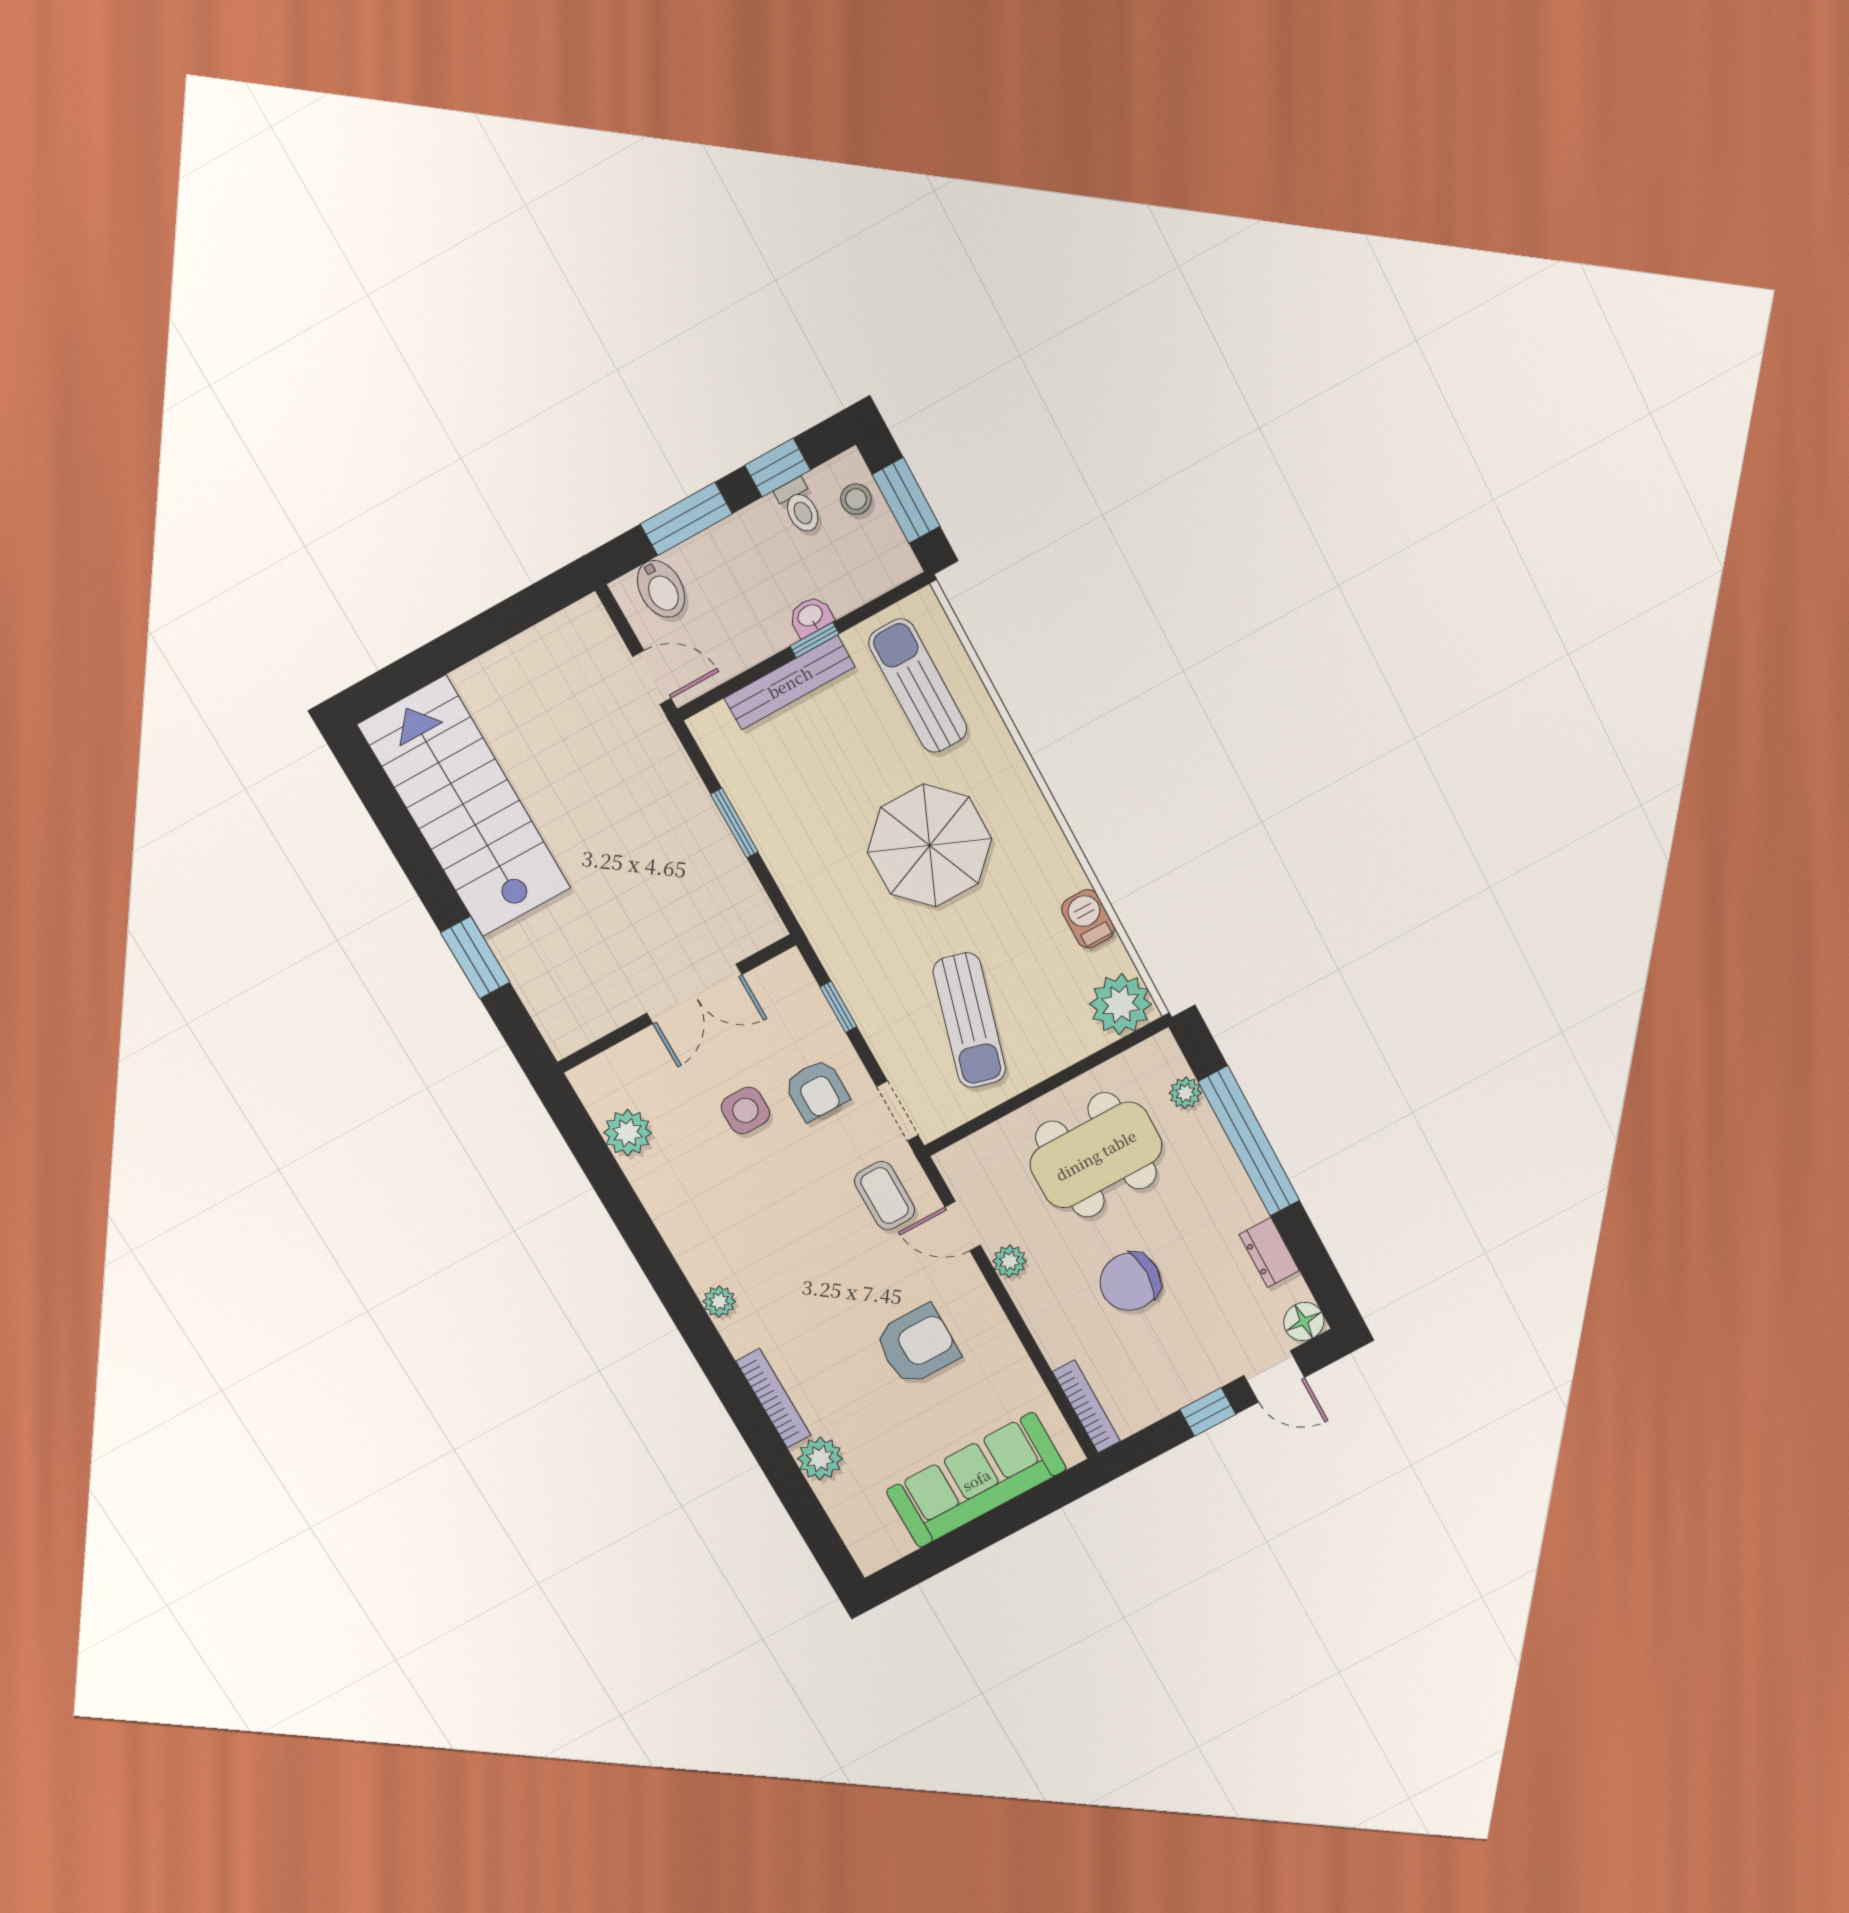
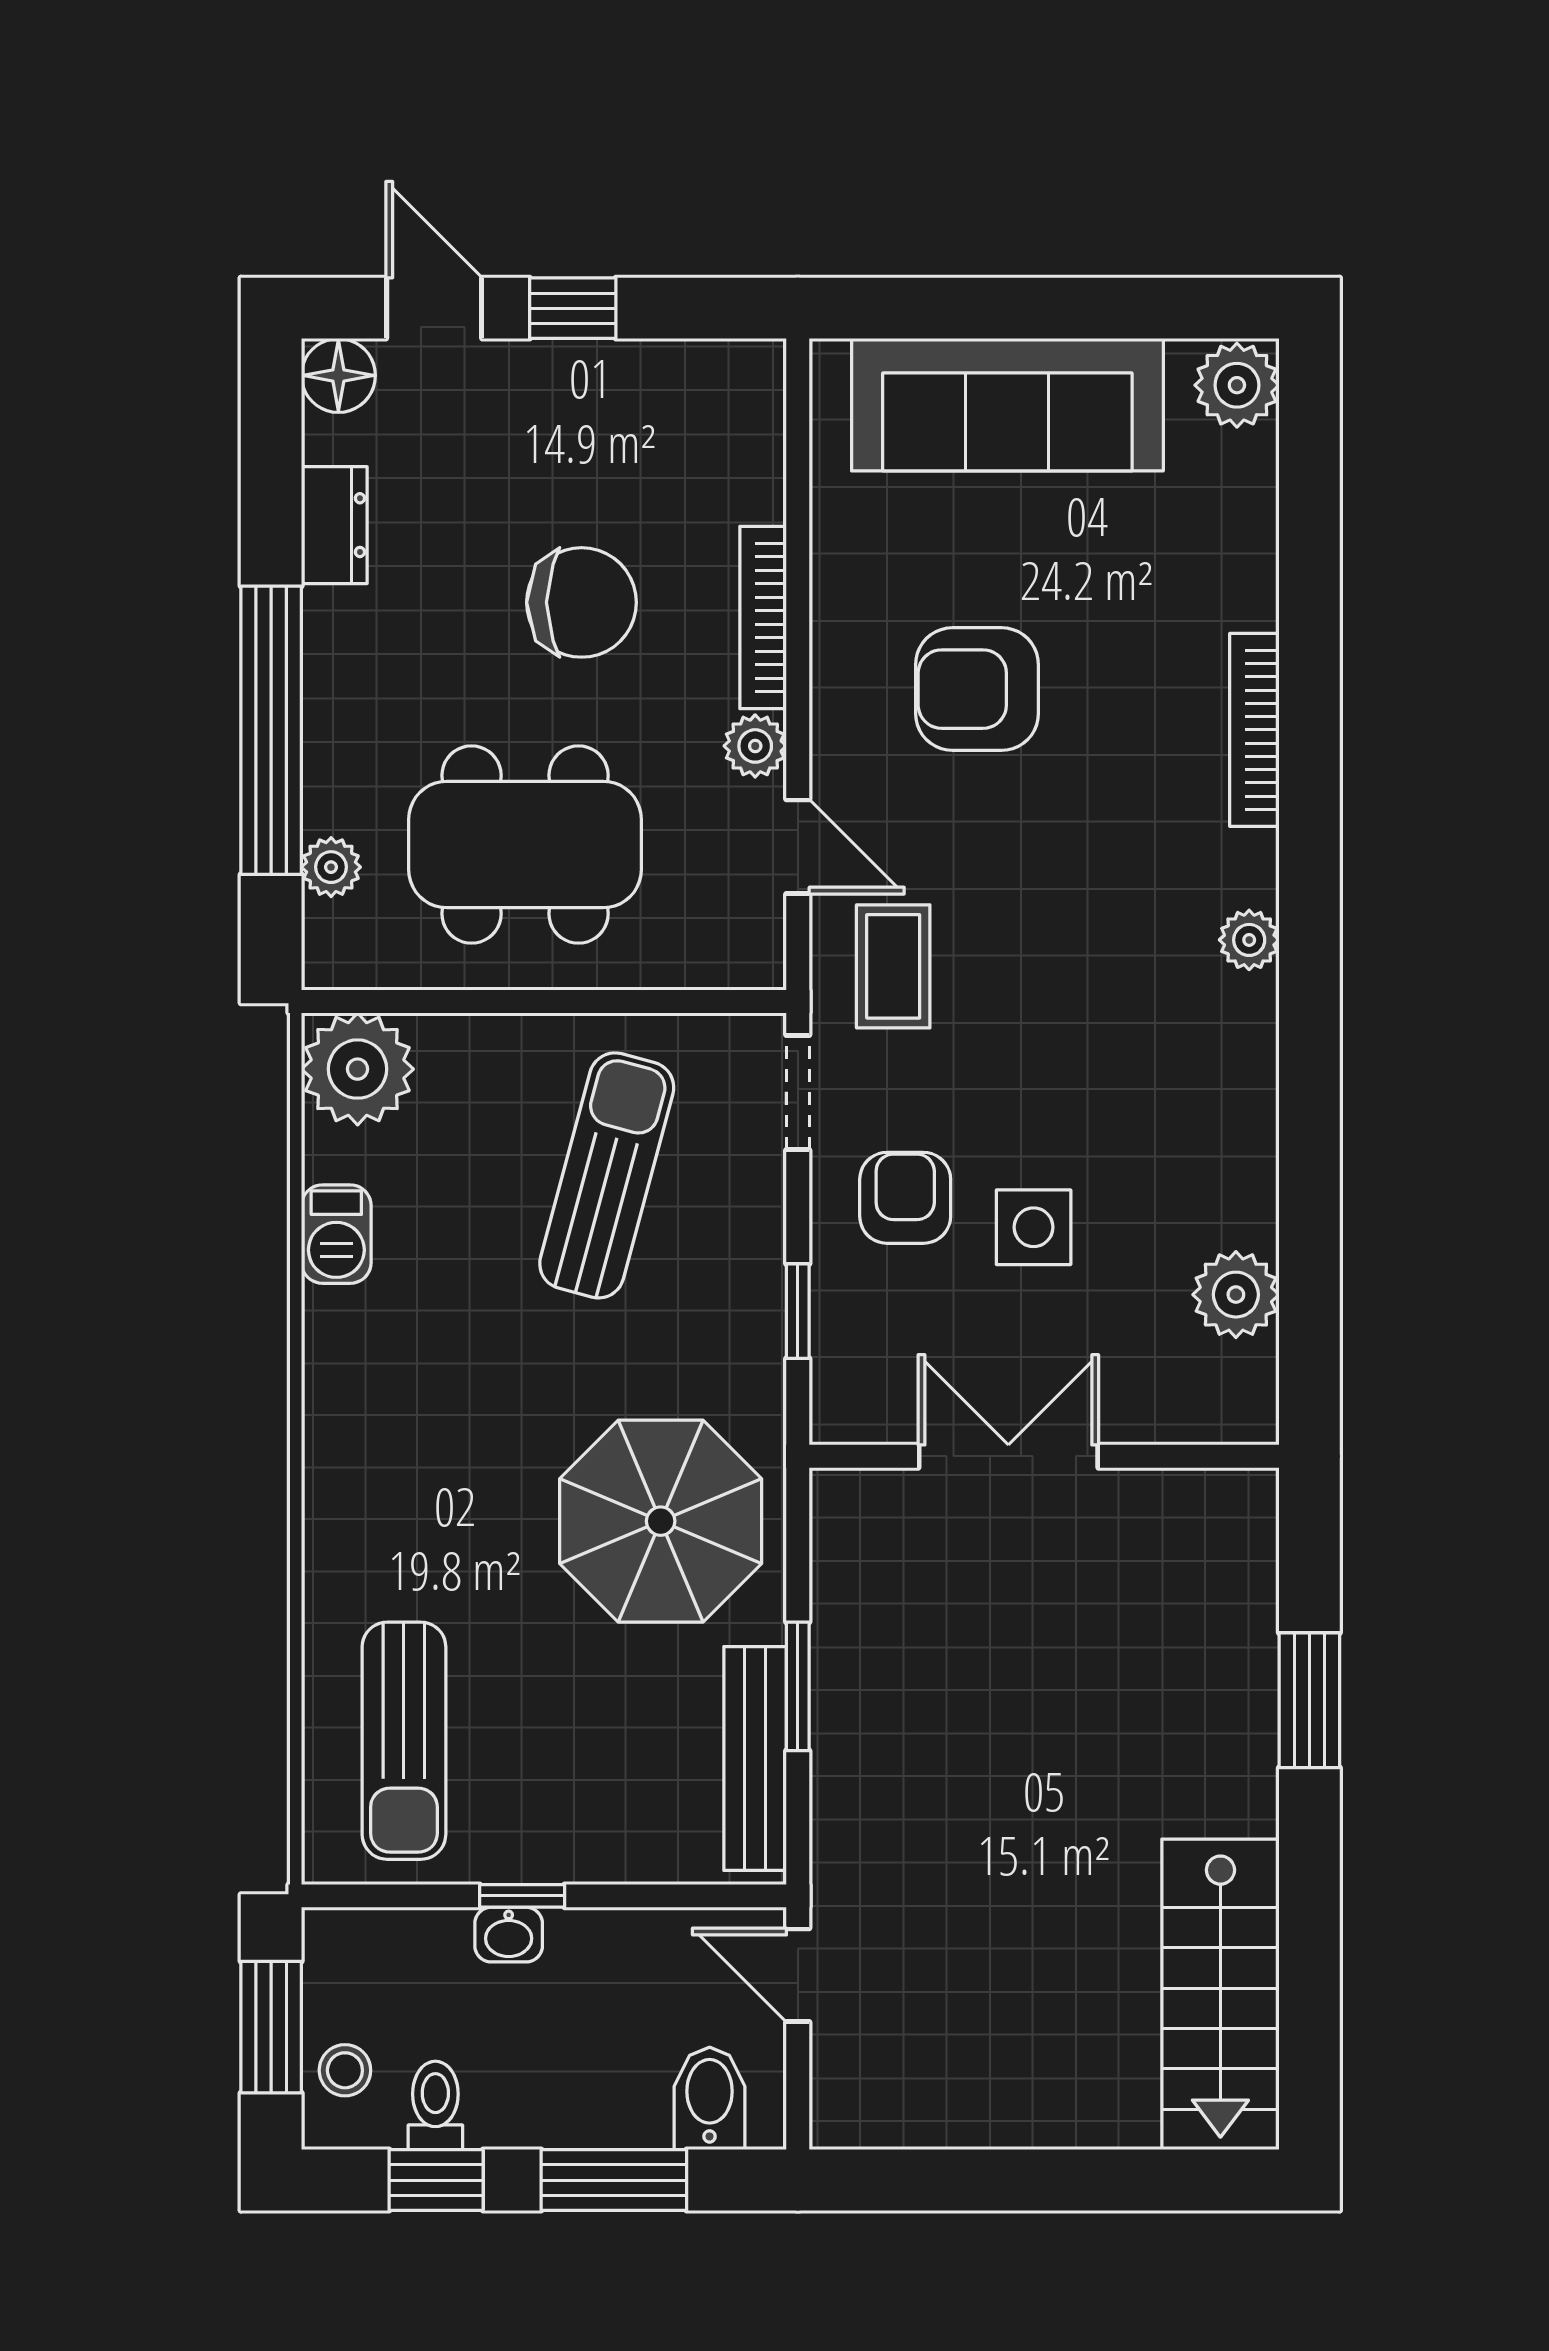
bench: (790, 682) -> (755, 1759), moved, turned 90
stairs: (465, 807) -> (1220, 1994), width x0.73, depth x0.66
parasol: (930, 845) -> (661, 1521), moved
bookcase: (1086, 1406) -> (763, 618), moved
plant: (820, 1459) -> (1237, 385), moved

